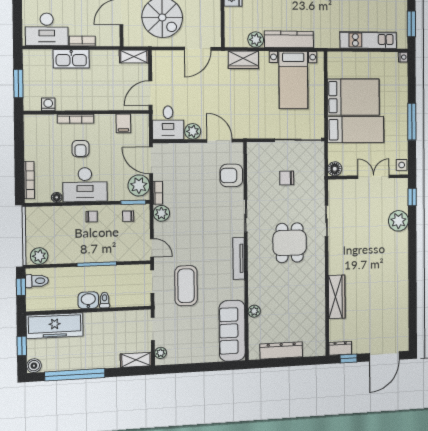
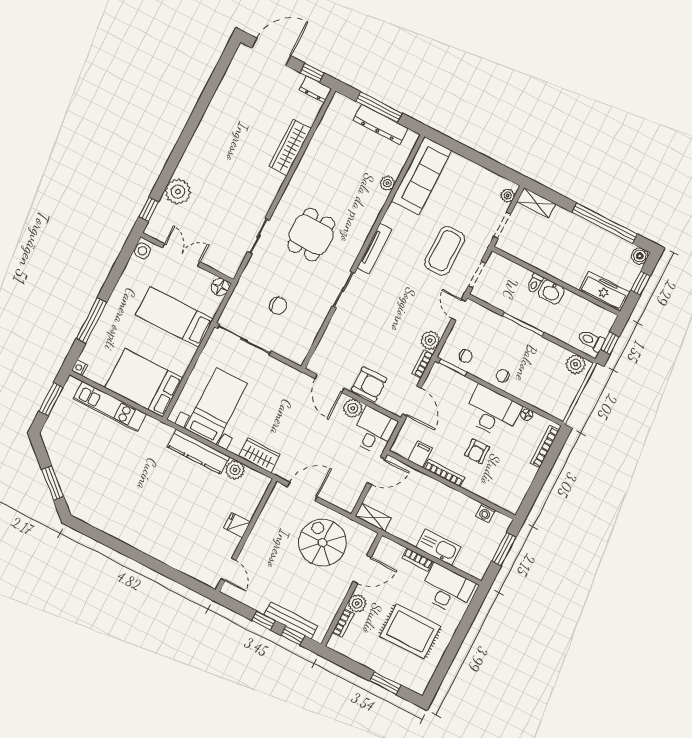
bed: (353, 97) -> (144, 383), moved
bookcase: (76, 119) -> (444, 473), moved
window: (412, 122) -> (91, 321), moved
armchair: (80, 149) -> (477, 451), turned 180
armchair: (231, 175) -> (369, 384), moved
double door: (374, 177) -> (181, 255), swing flipped
plant: (139, 185) -> (438, 382), removed
freezer: (55, 326) -> (604, 291), width x0.73, depth x0.79
window: (289, 362) -> (379, 107), added

